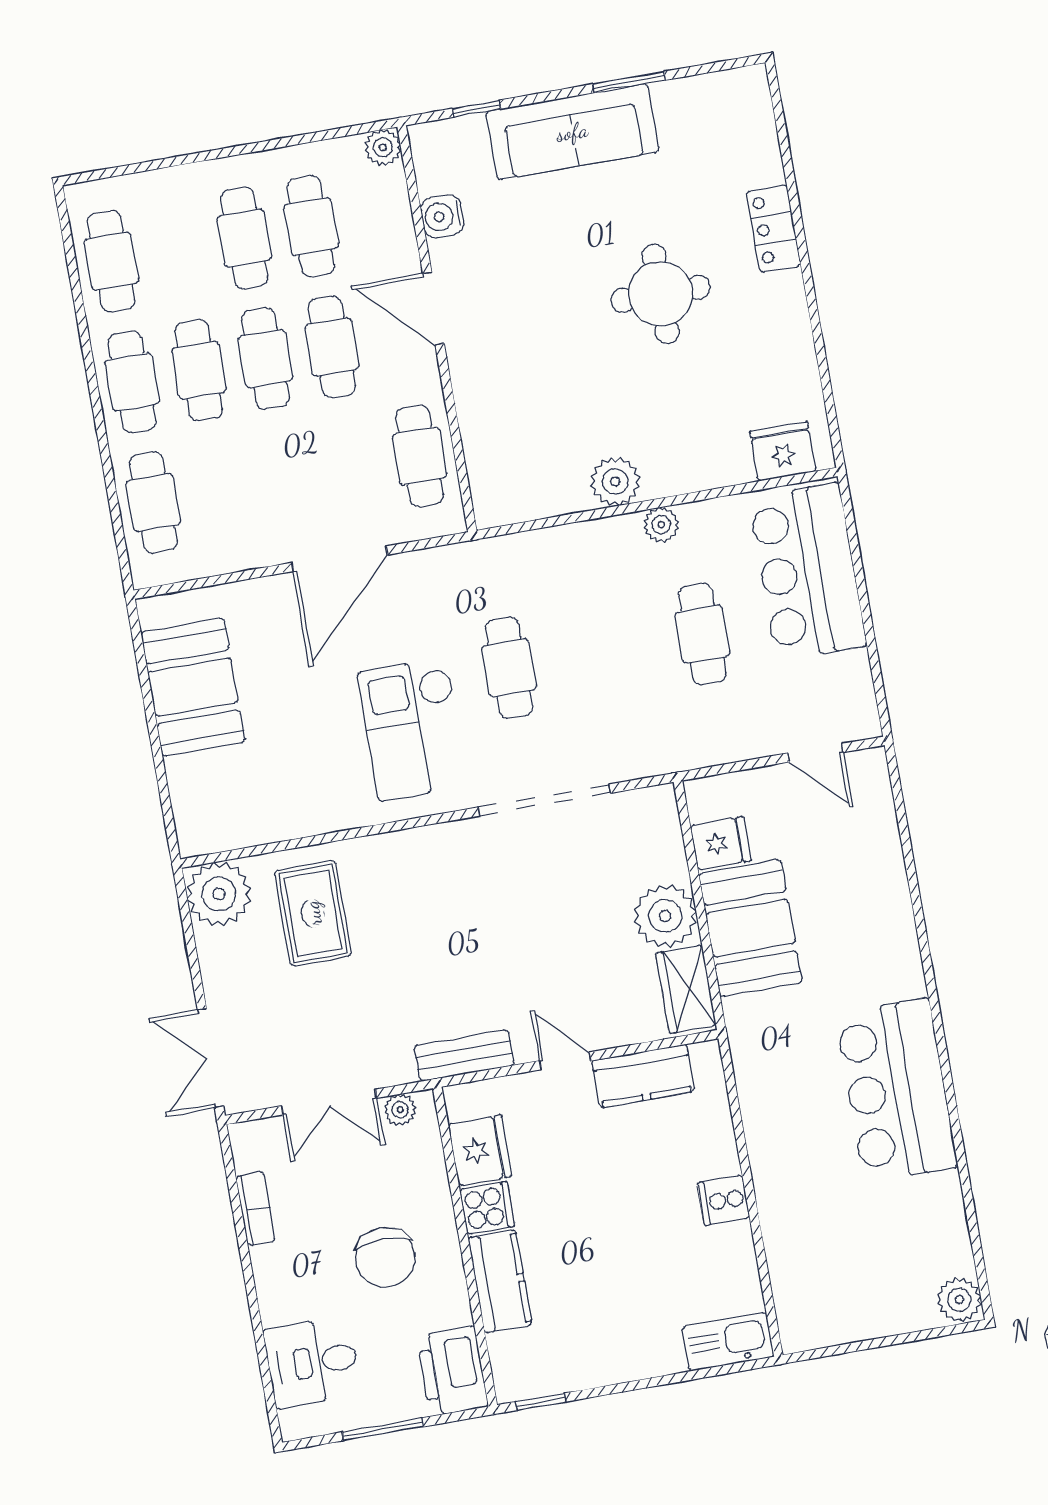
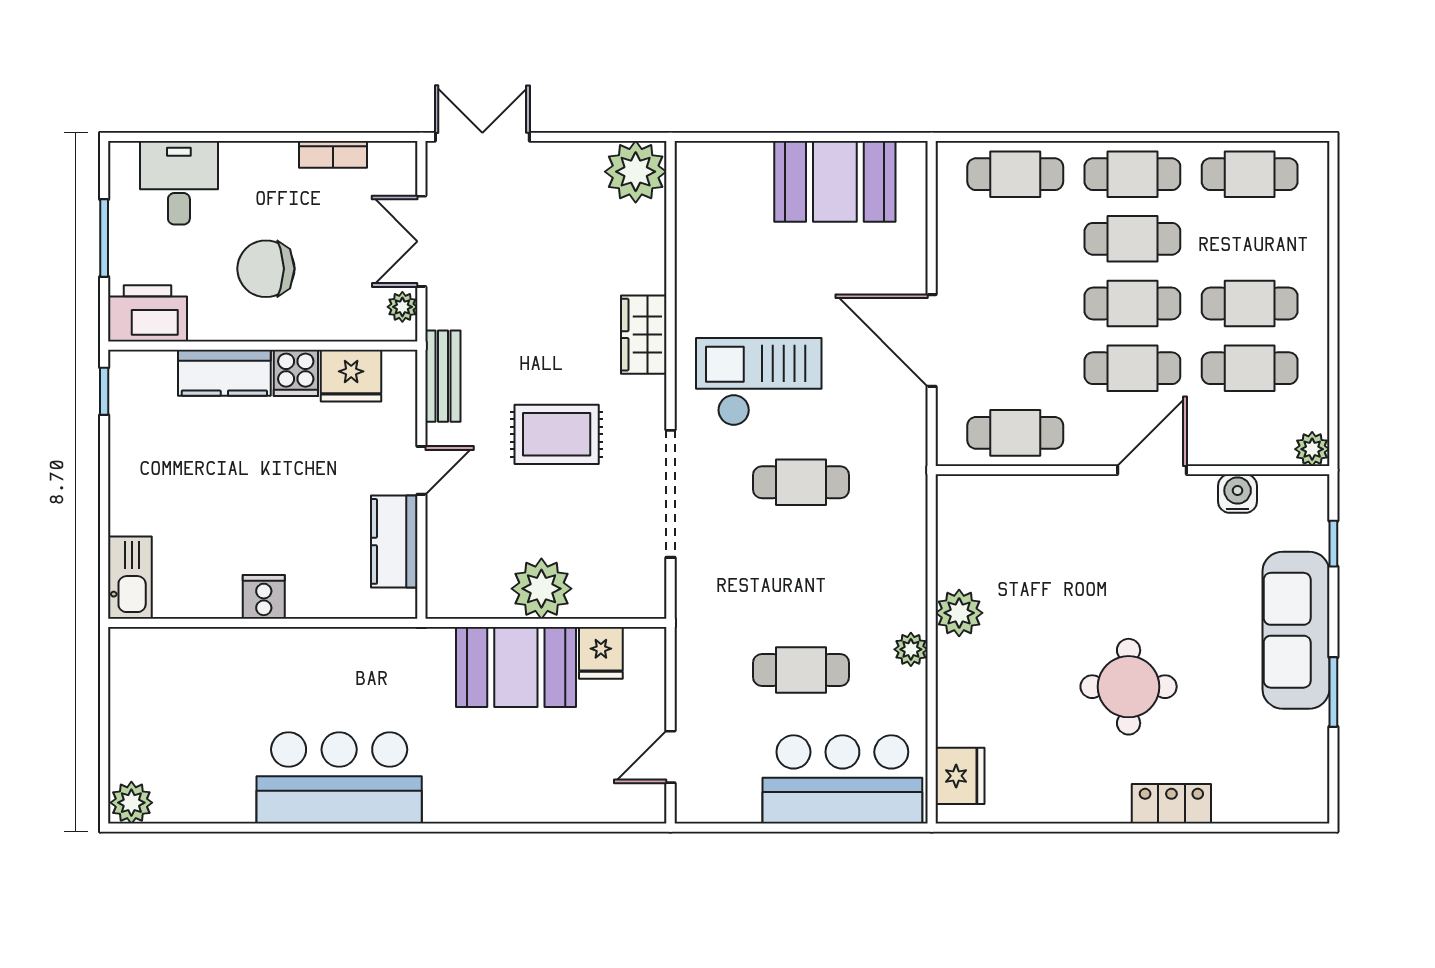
rug: (313, 913) -> (557, 434), moved
wardrobe: (686, 989) -> (644, 335), moved, turned -90

